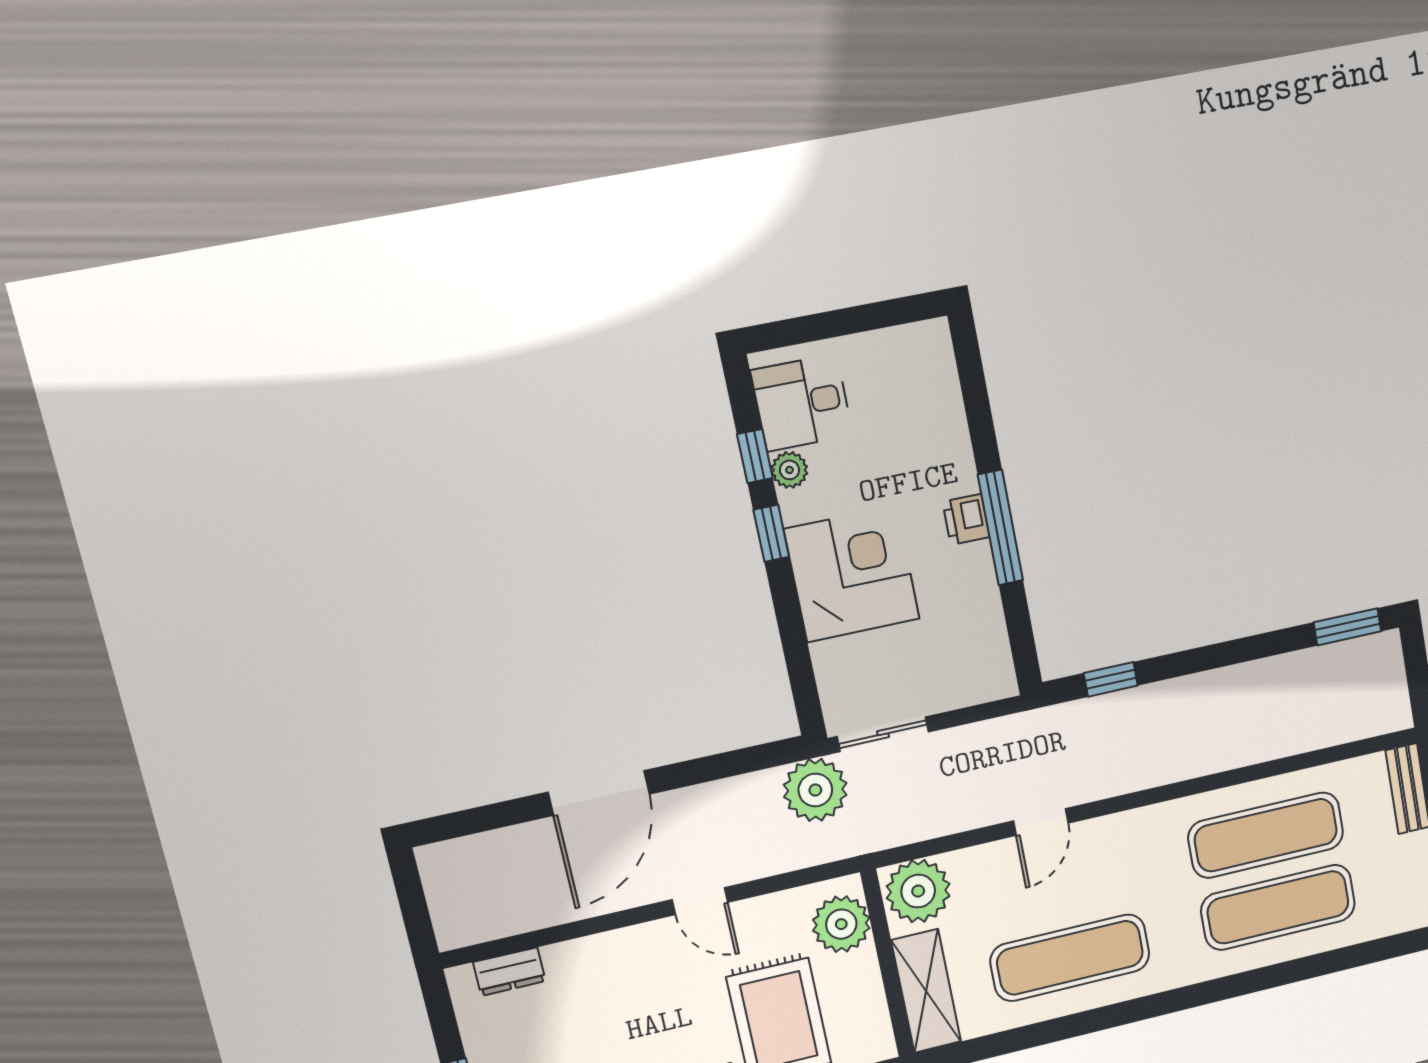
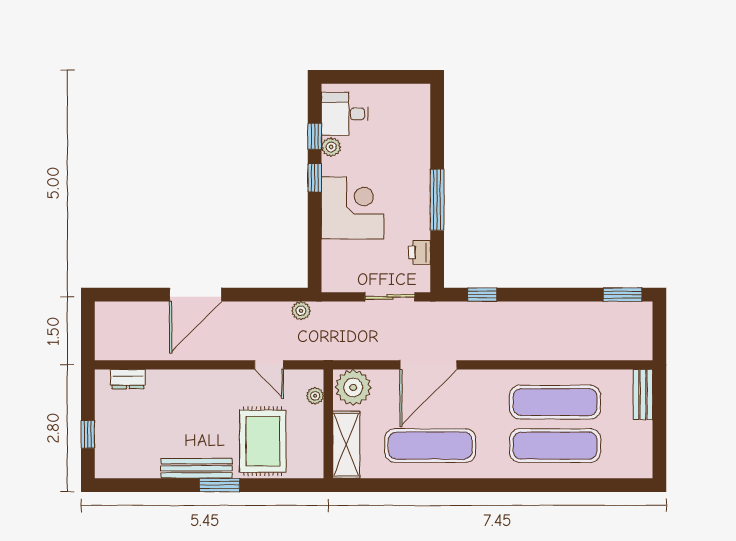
printer: (966, 519) -> (419, 252), moved
sliding door: (883, 734) -> (390, 297), moved
plant: (815, 790) -> (301, 311), width x0.53, depth x0.53
door: (1041, 822) -> (428, 365), width x1.88
door: (700, 901) -> (269, 365), moved
plant: (841, 924) -> (315, 396), width x0.53, depth x0.53

